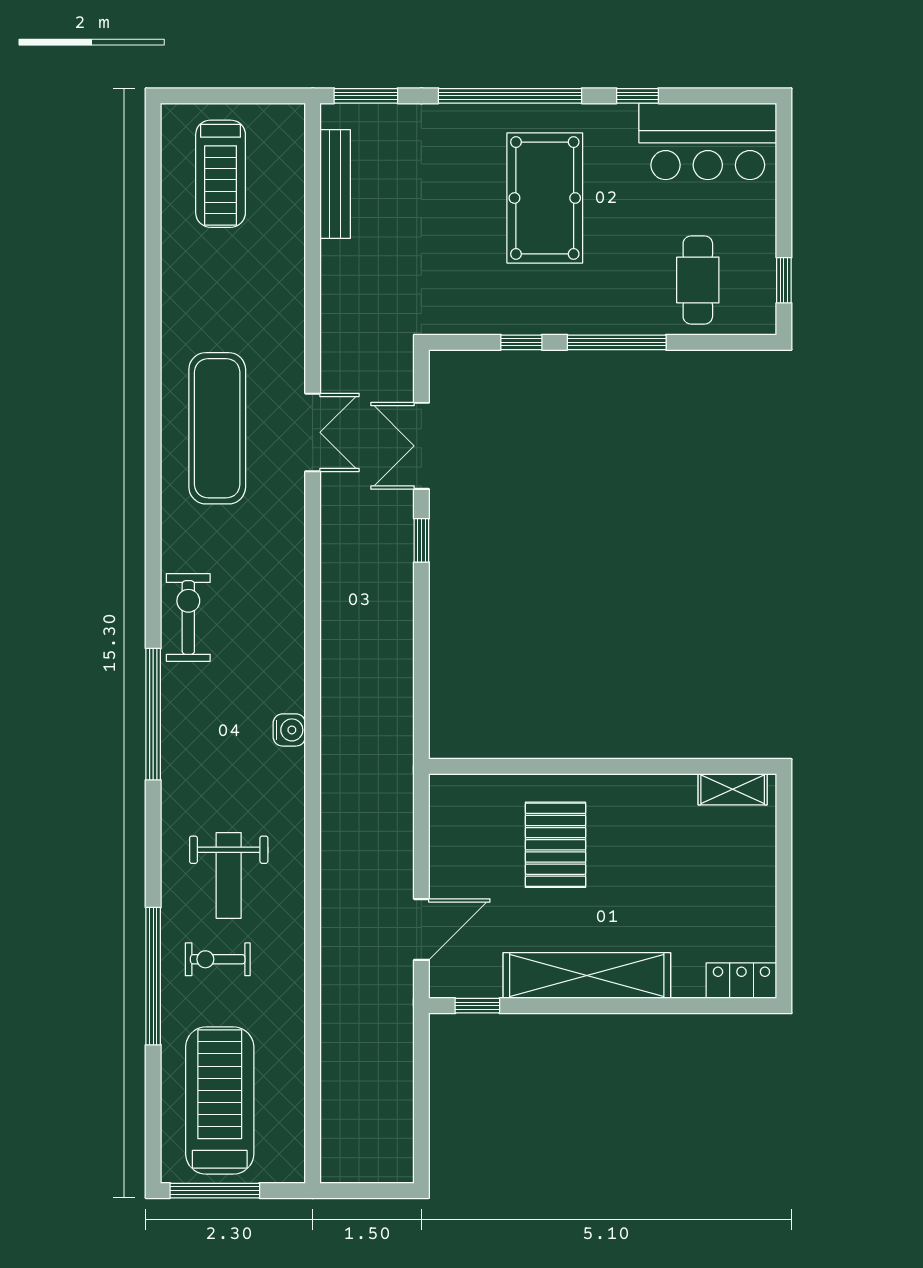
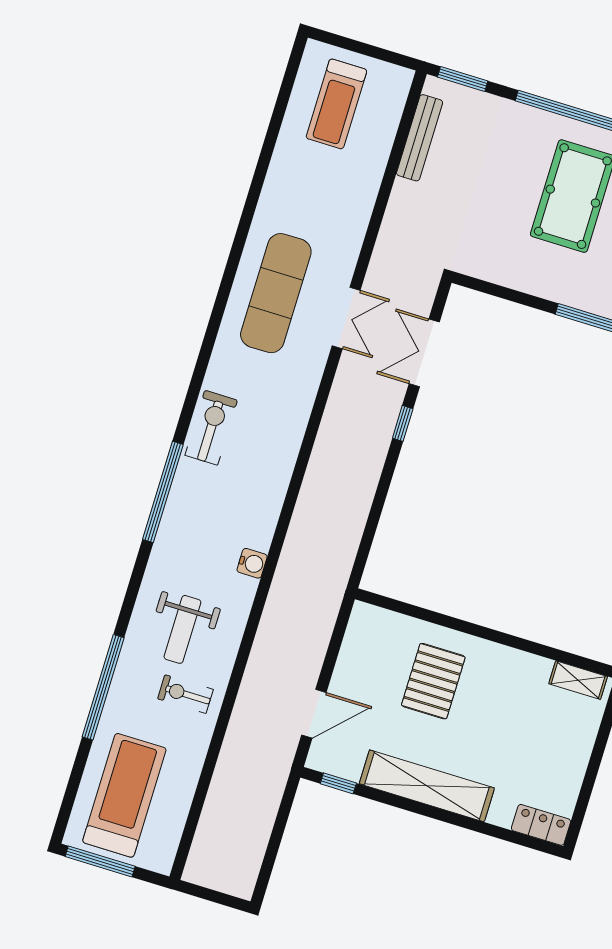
window: (521, 342) -> (522, 298), removed
water cooler: (289, 730) -> (252, 563), moved
exercise bike: (218, 959) -> (185, 694), moved

